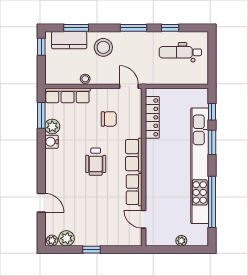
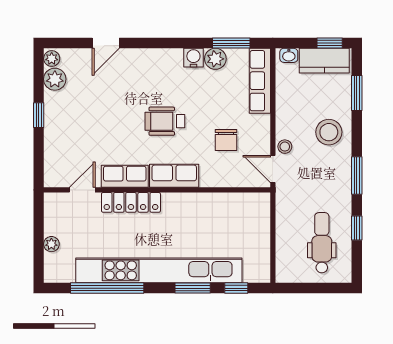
kitchen counter: (69, 40) -> (324, 61), moved, turned -90
washbasin: (50, 75) -> (289, 55), added
stool: (85, 79) -> (285, 147), moved
door: (129, 86) -> (273, 169), swing flipped
locker: (152, 117) -> (131, 202), moved

